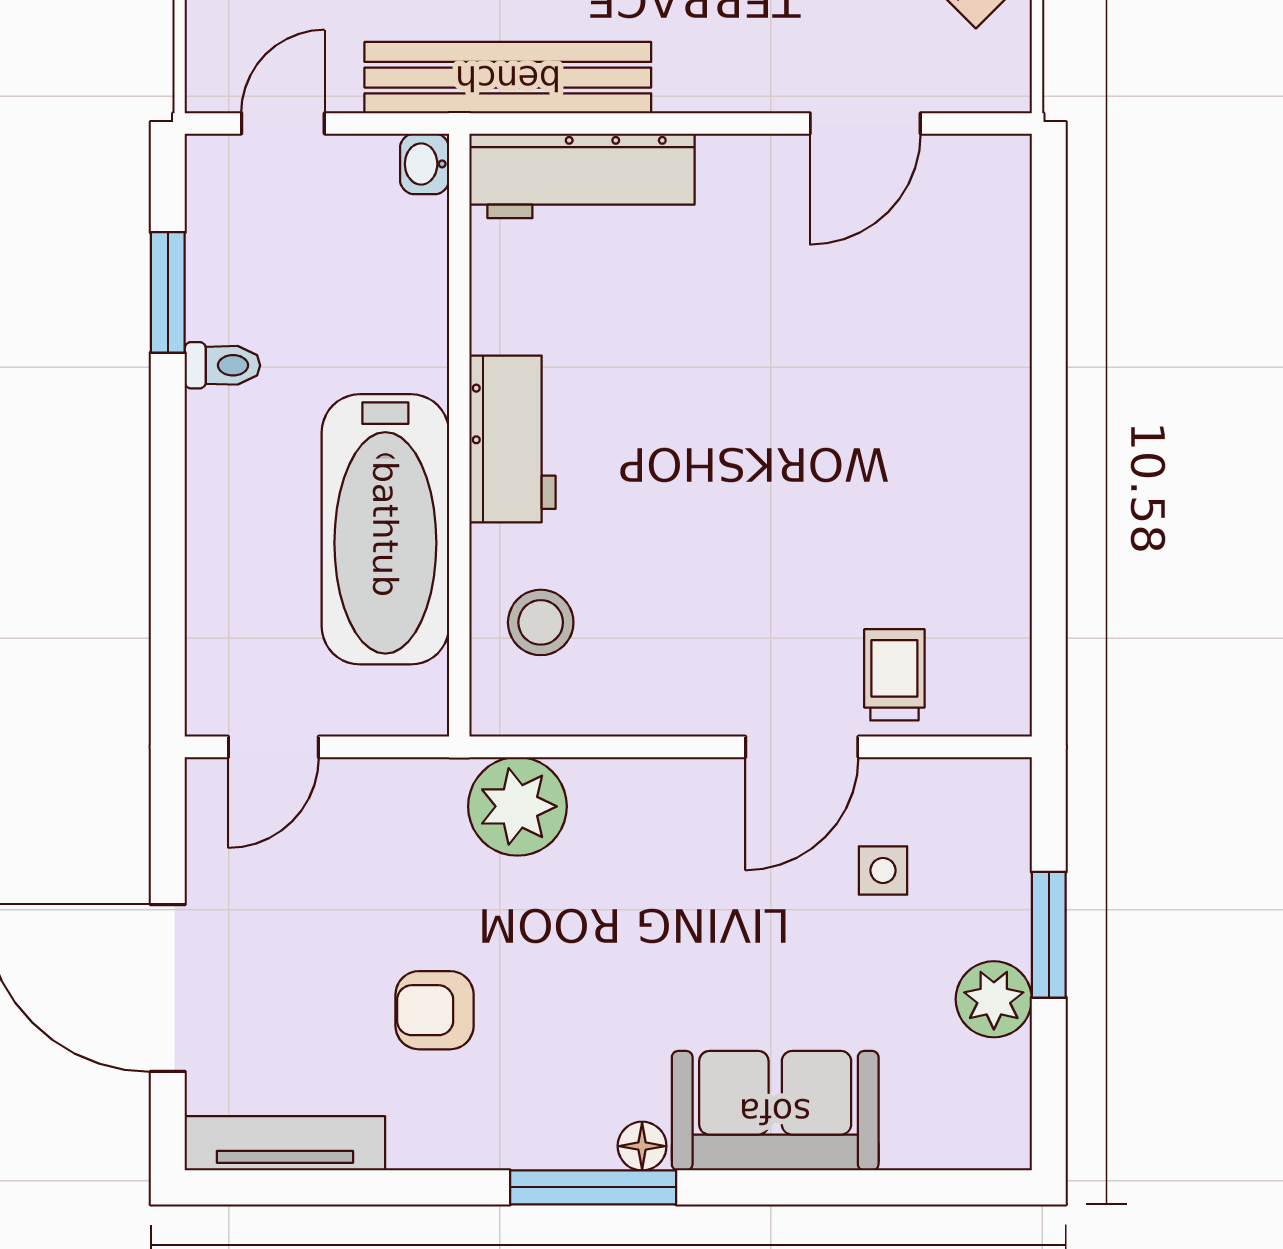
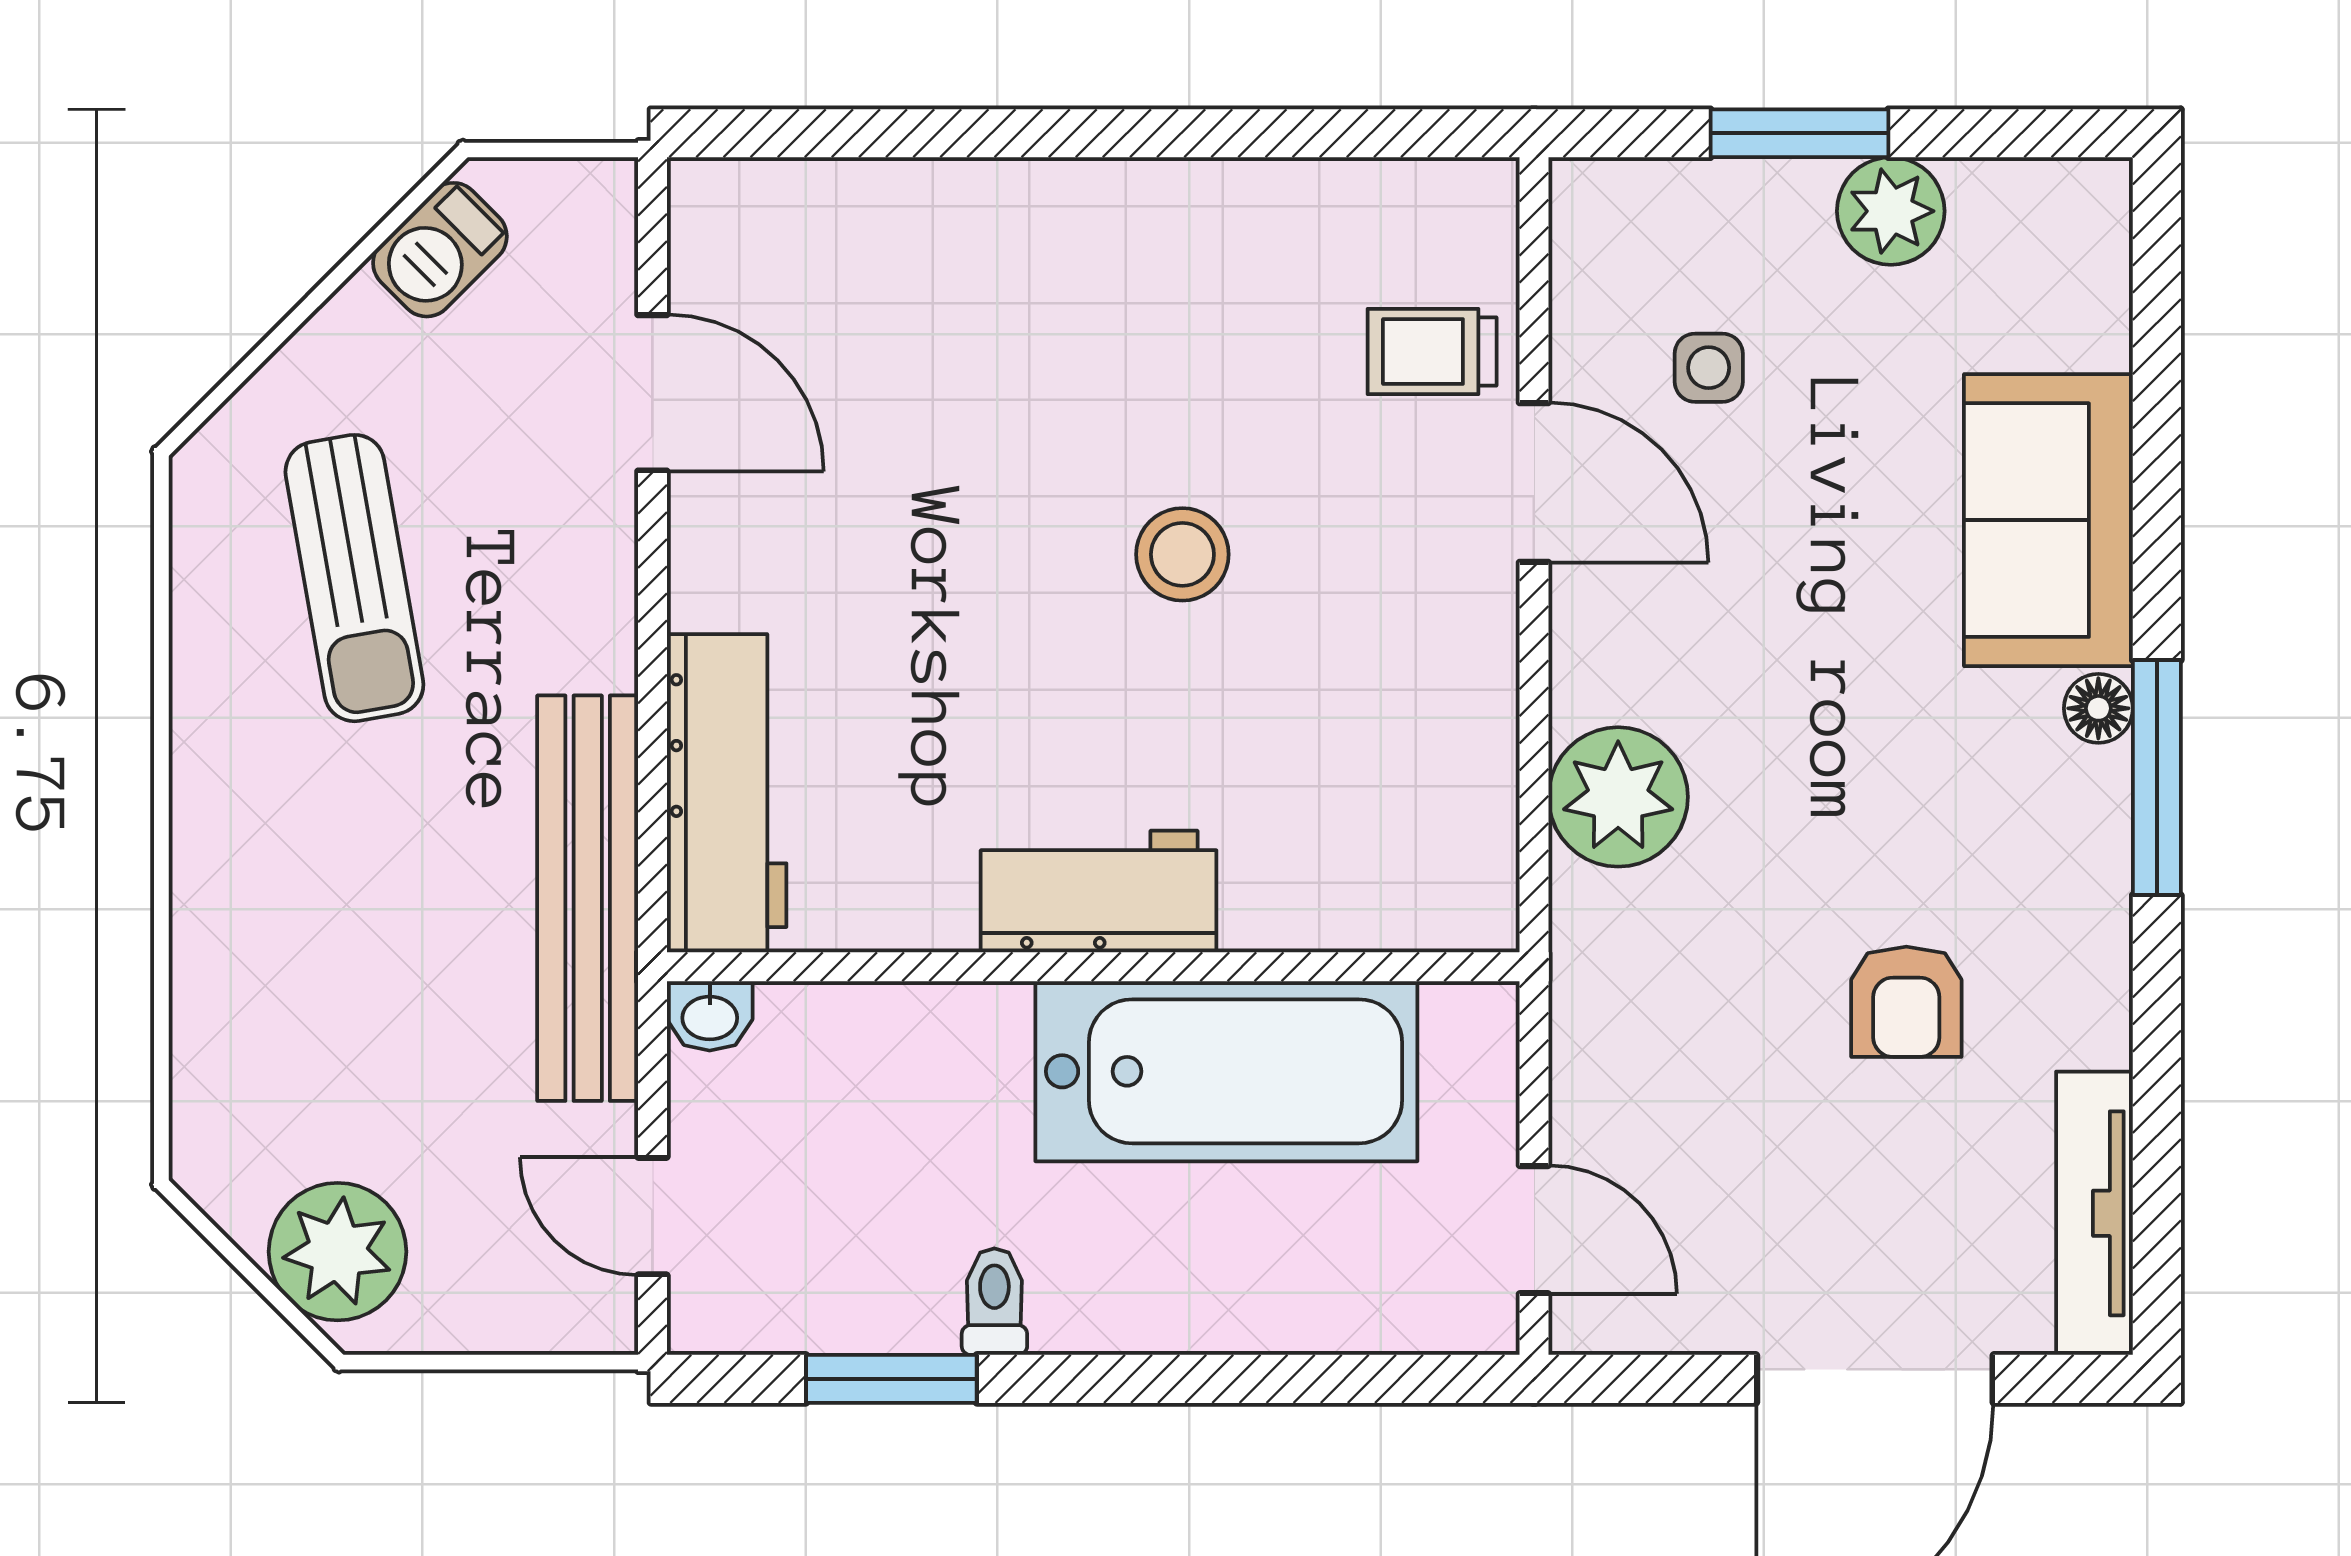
stool: (541, 622) -> (1182, 554), moved
plant: (517, 806) -> (1618, 797), moved

